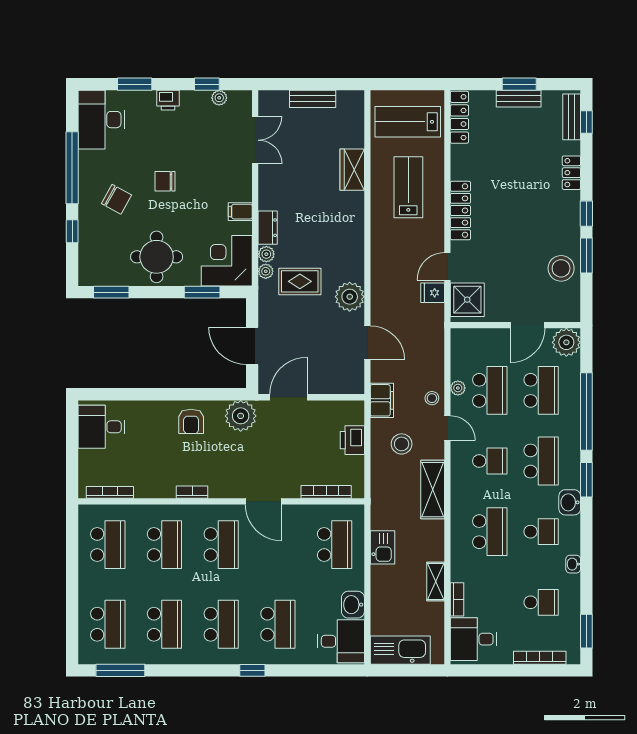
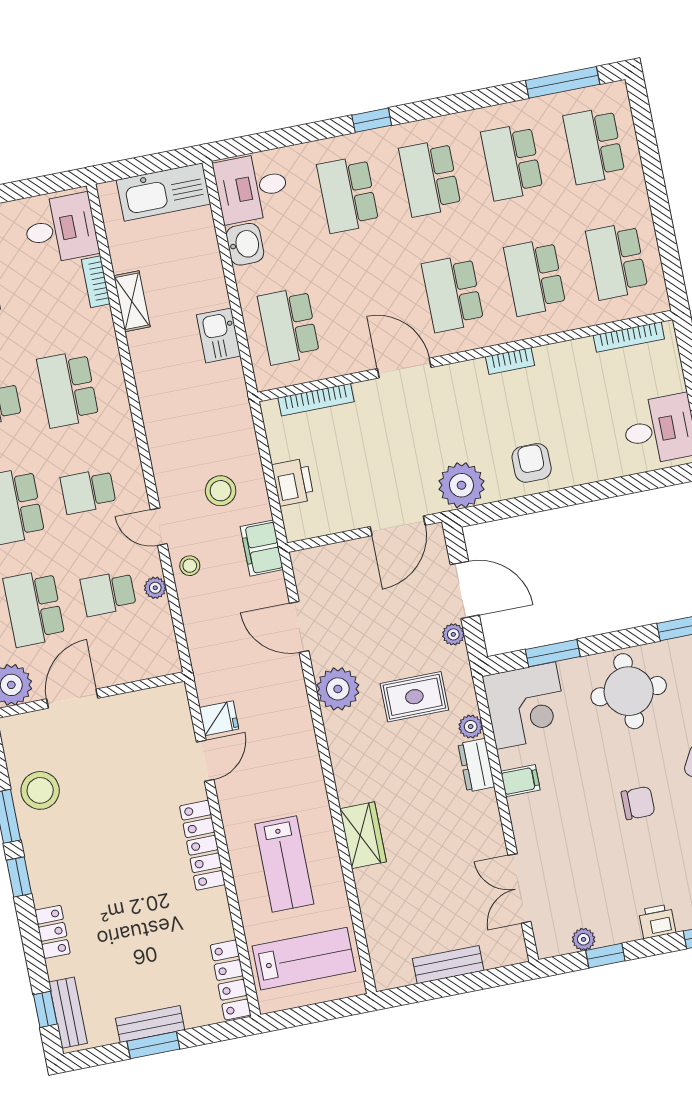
wardrobe: (352, 170) -> (363, 835), moved
plant: (266, 271) -> (453, 634), moved
shower: (467, 300) -> (167, 718), removed
school desk: (490, 390) -> (108, 593), width x0.54
shelving: (433, 490) -> (163, 434), removed

